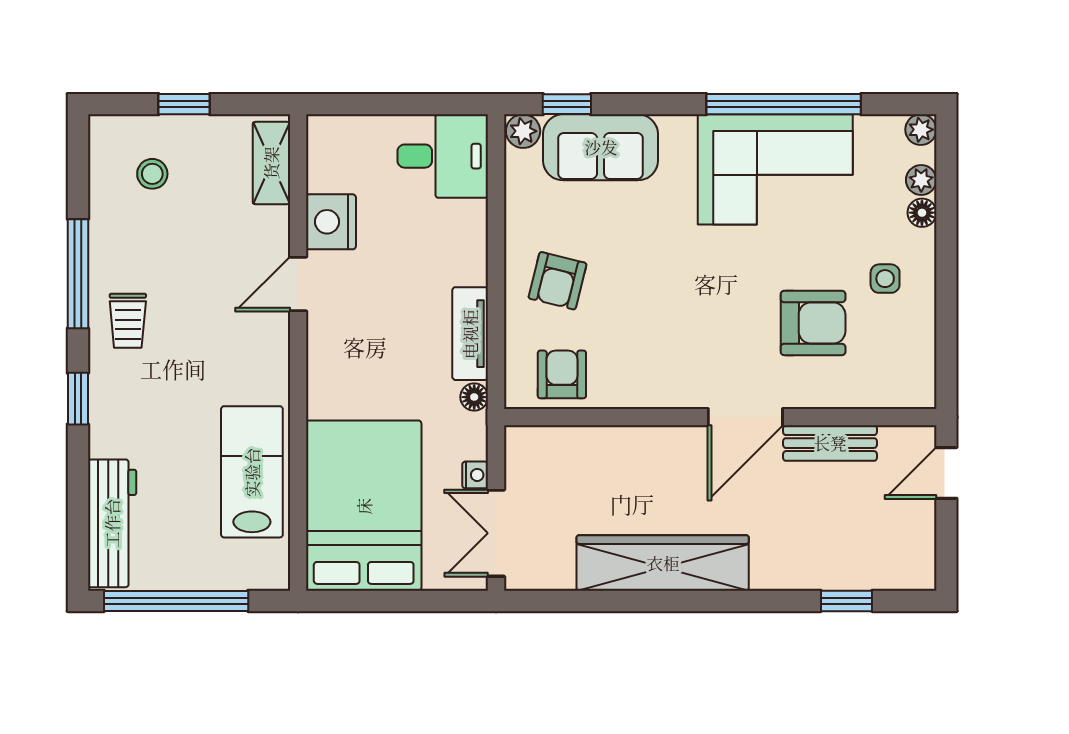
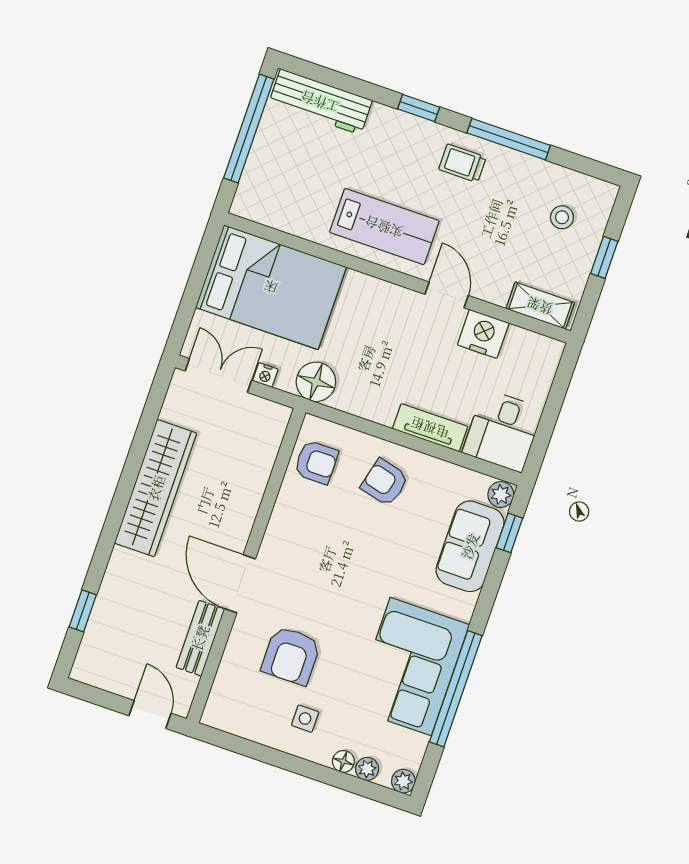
tv unit: (470, 334) -> (430, 428), moved
floor lamp: (474, 397) -> (316, 382), width x1.89, depth x1.89
lab bench: (252, 472) -> (384, 227), moved

